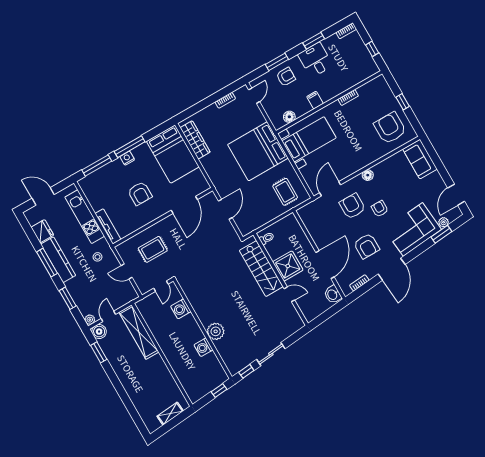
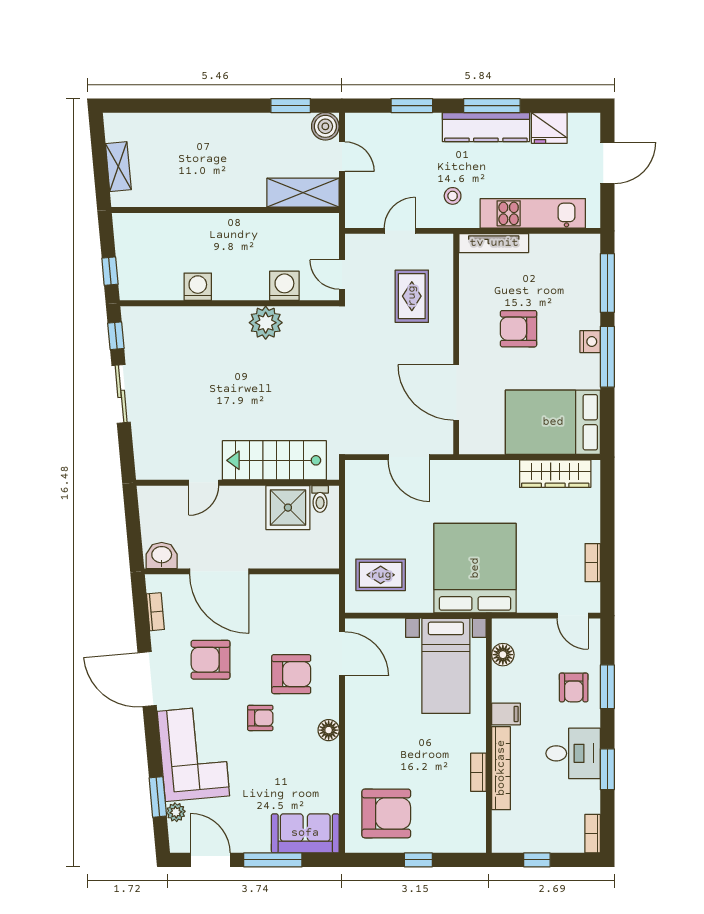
bookcase: (340, 88) -> (501, 768), added
window: (440, 167) -> (273, 860), added
shower: (288, 266) -> (288, 508), moved
plant: (90, 320) -> (354, 122), removed
plant: (216, 331) -> (266, 323), moved
shelving: (139, 332) -> (303, 193), width x0.68

